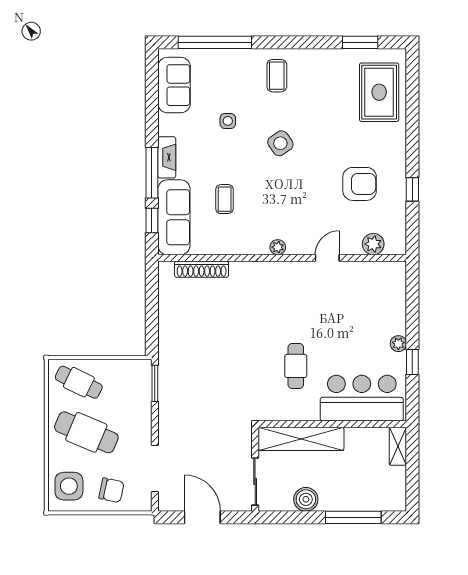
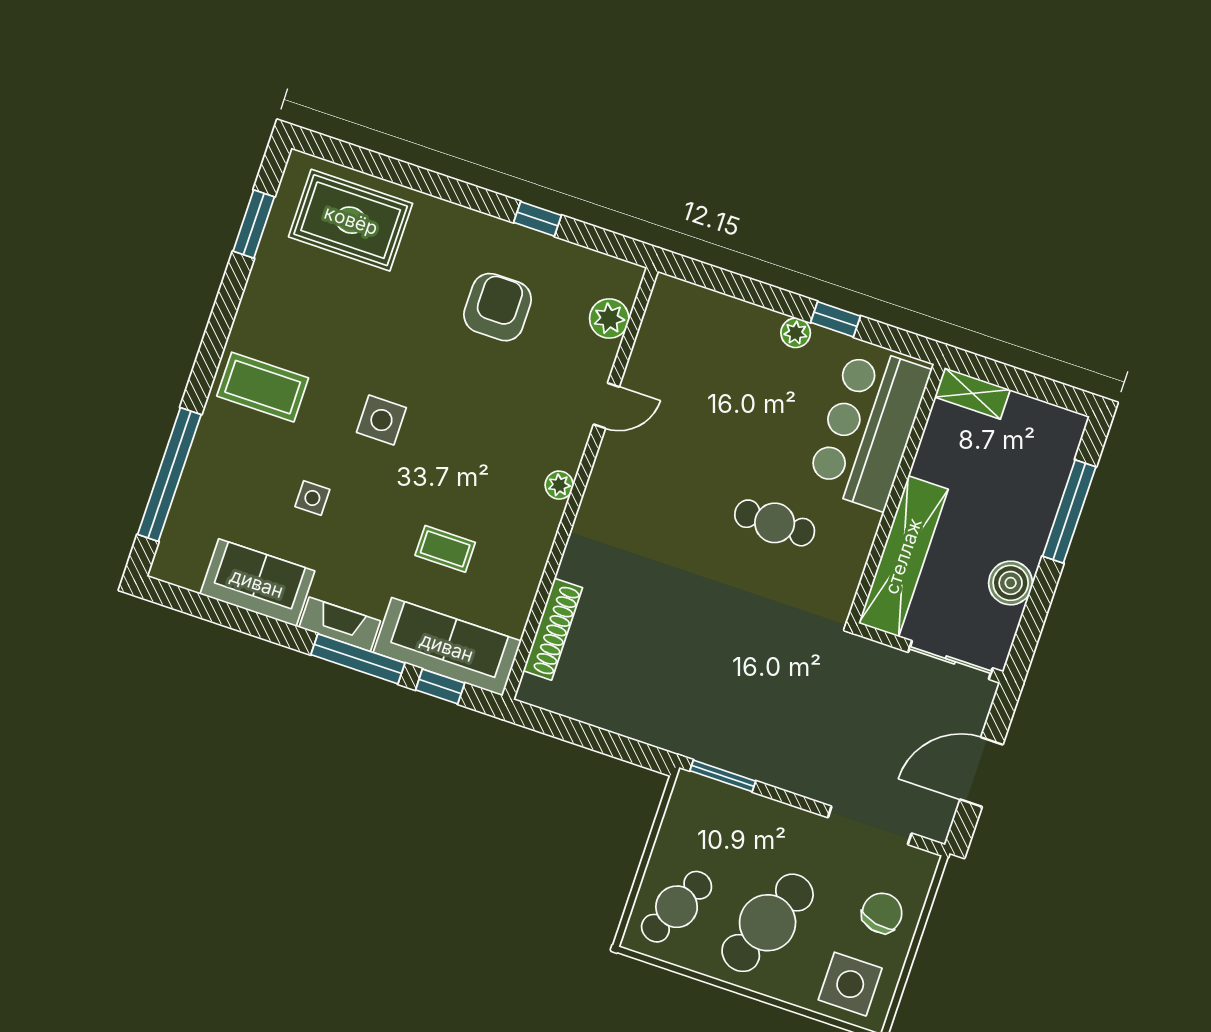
coffee table: (277, 76) -> (263, 387), width x1.36, depth x1.30
sofa: (174, 85) -> (257, 583), moved
side table: (280, 143) -> (381, 420), turned 35
door: (327, 258) -> (606, 406), swing flipped

